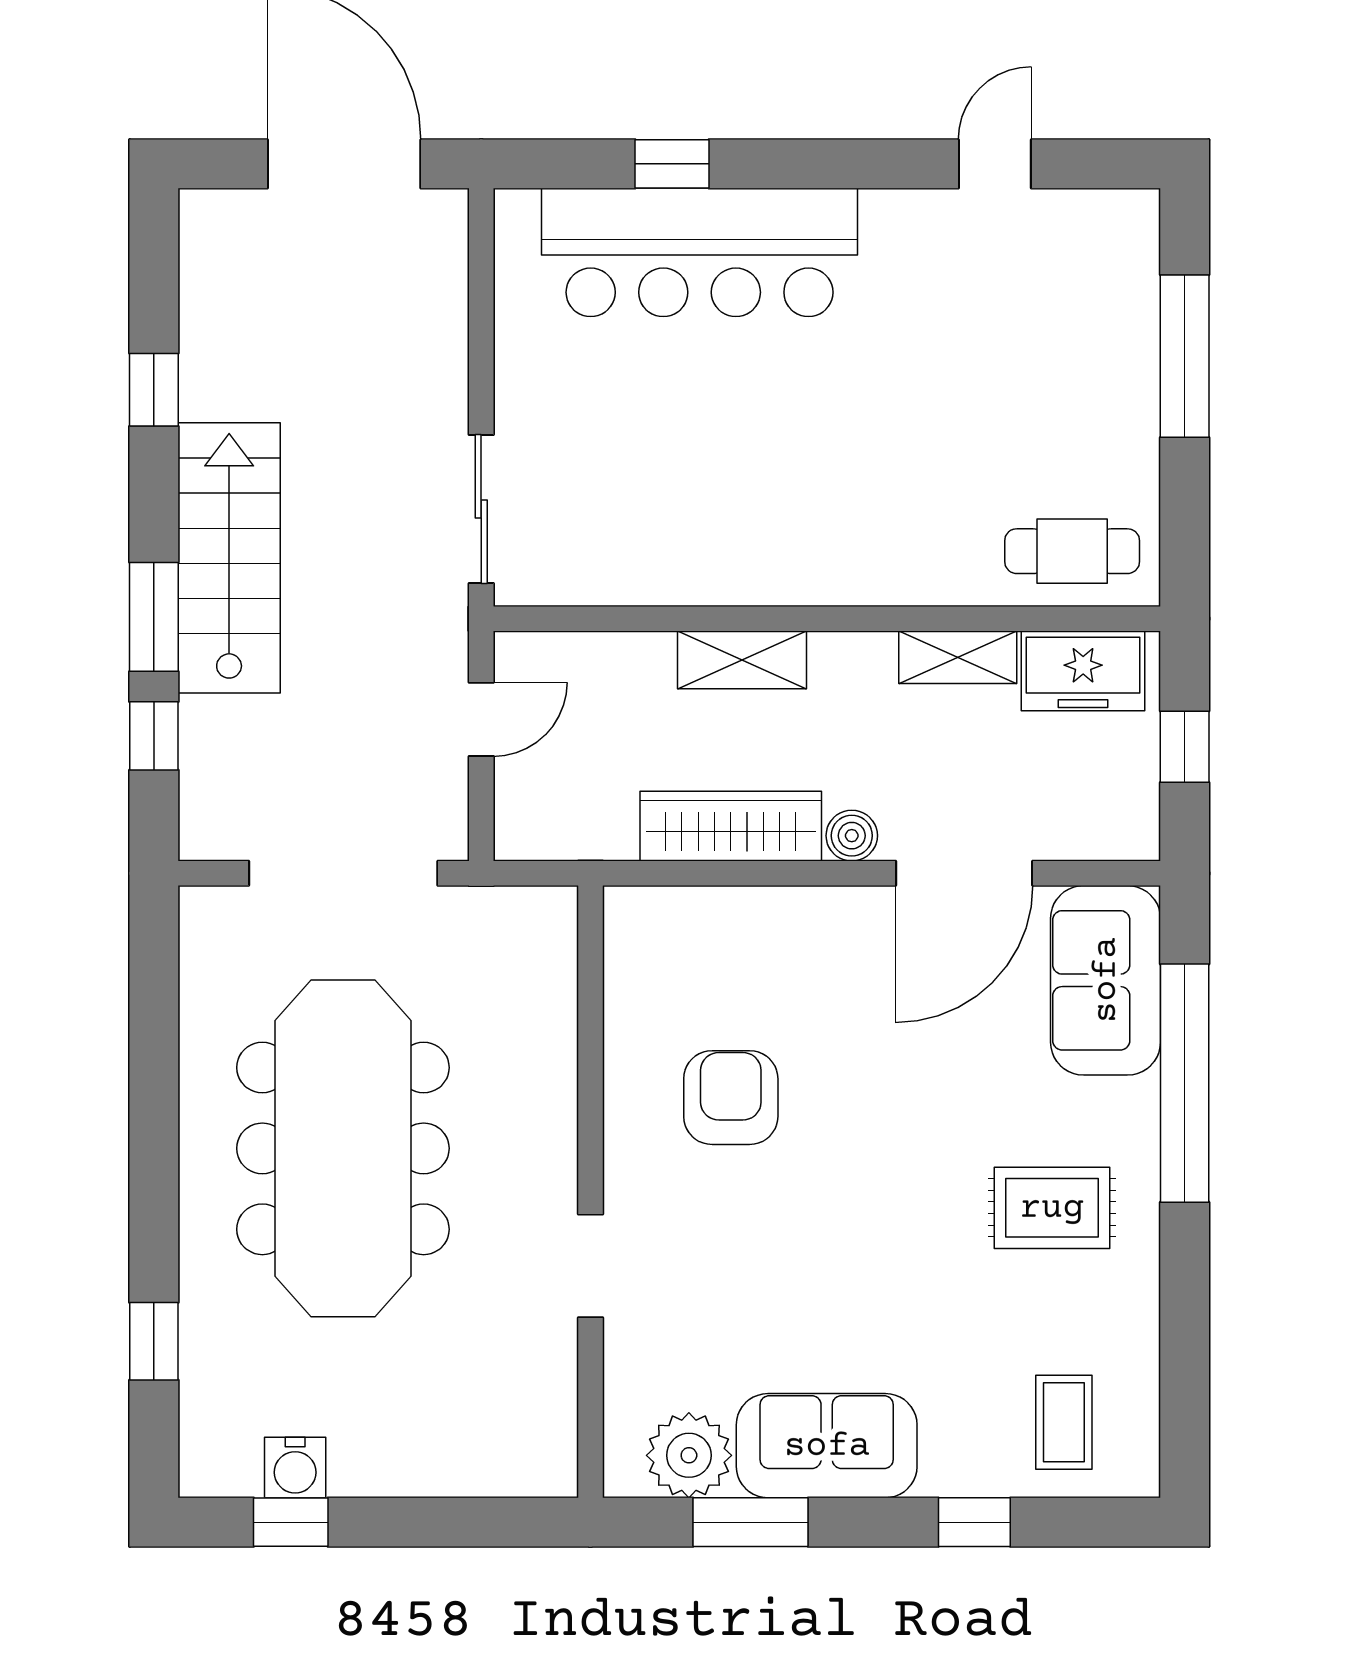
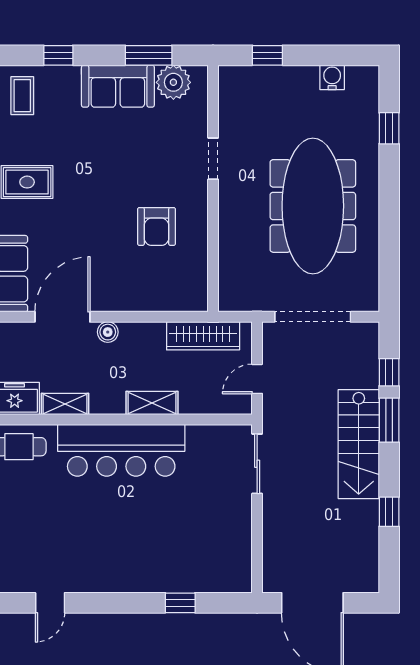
bar counter: (700, 252) -> (121, 450), moved, turned 180
wardrobe: (731, 826) -> (203, 336), moved
window: (291, 1522) -> (267, 55), moved

